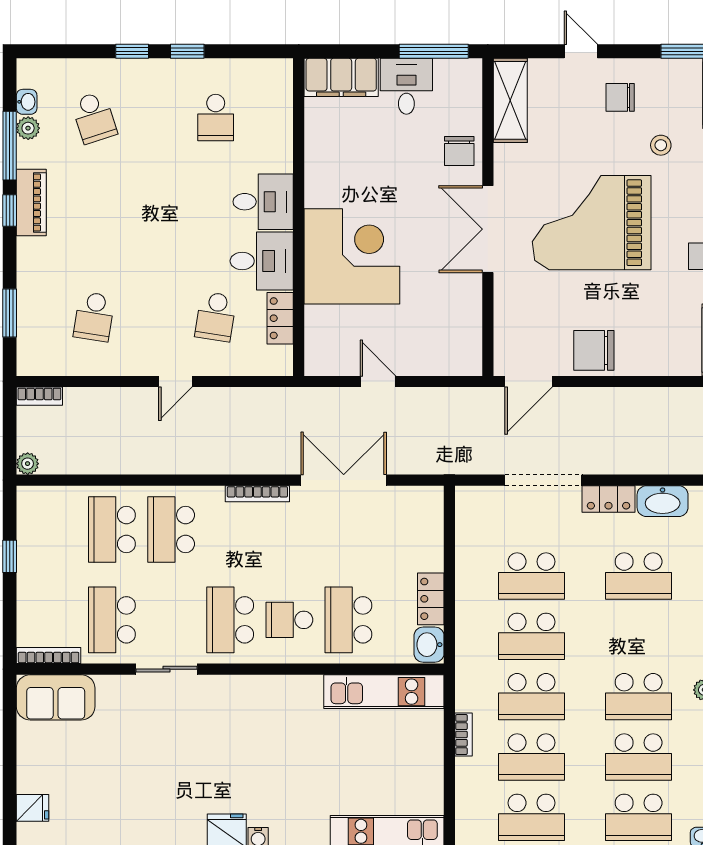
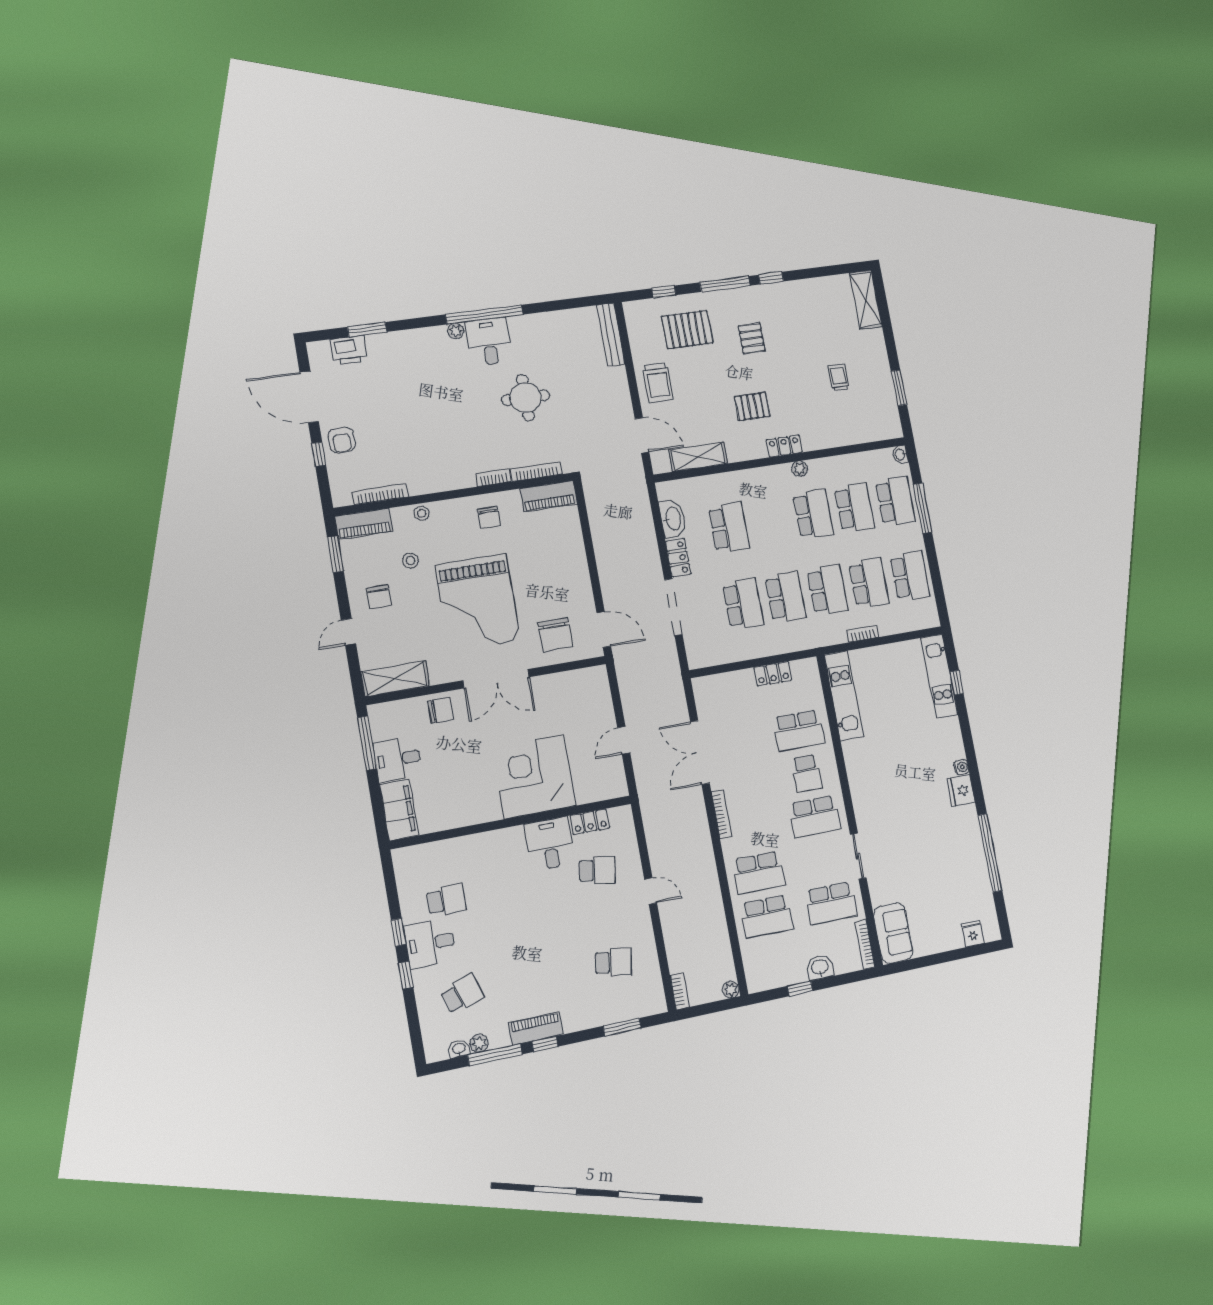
desk: (263, 202) -> (430, 943), moved, turned -90
chair: (594, 350) -> (555, 635), moved
washbasin: (429, 645) -> (820, 967), moved, turned 180

